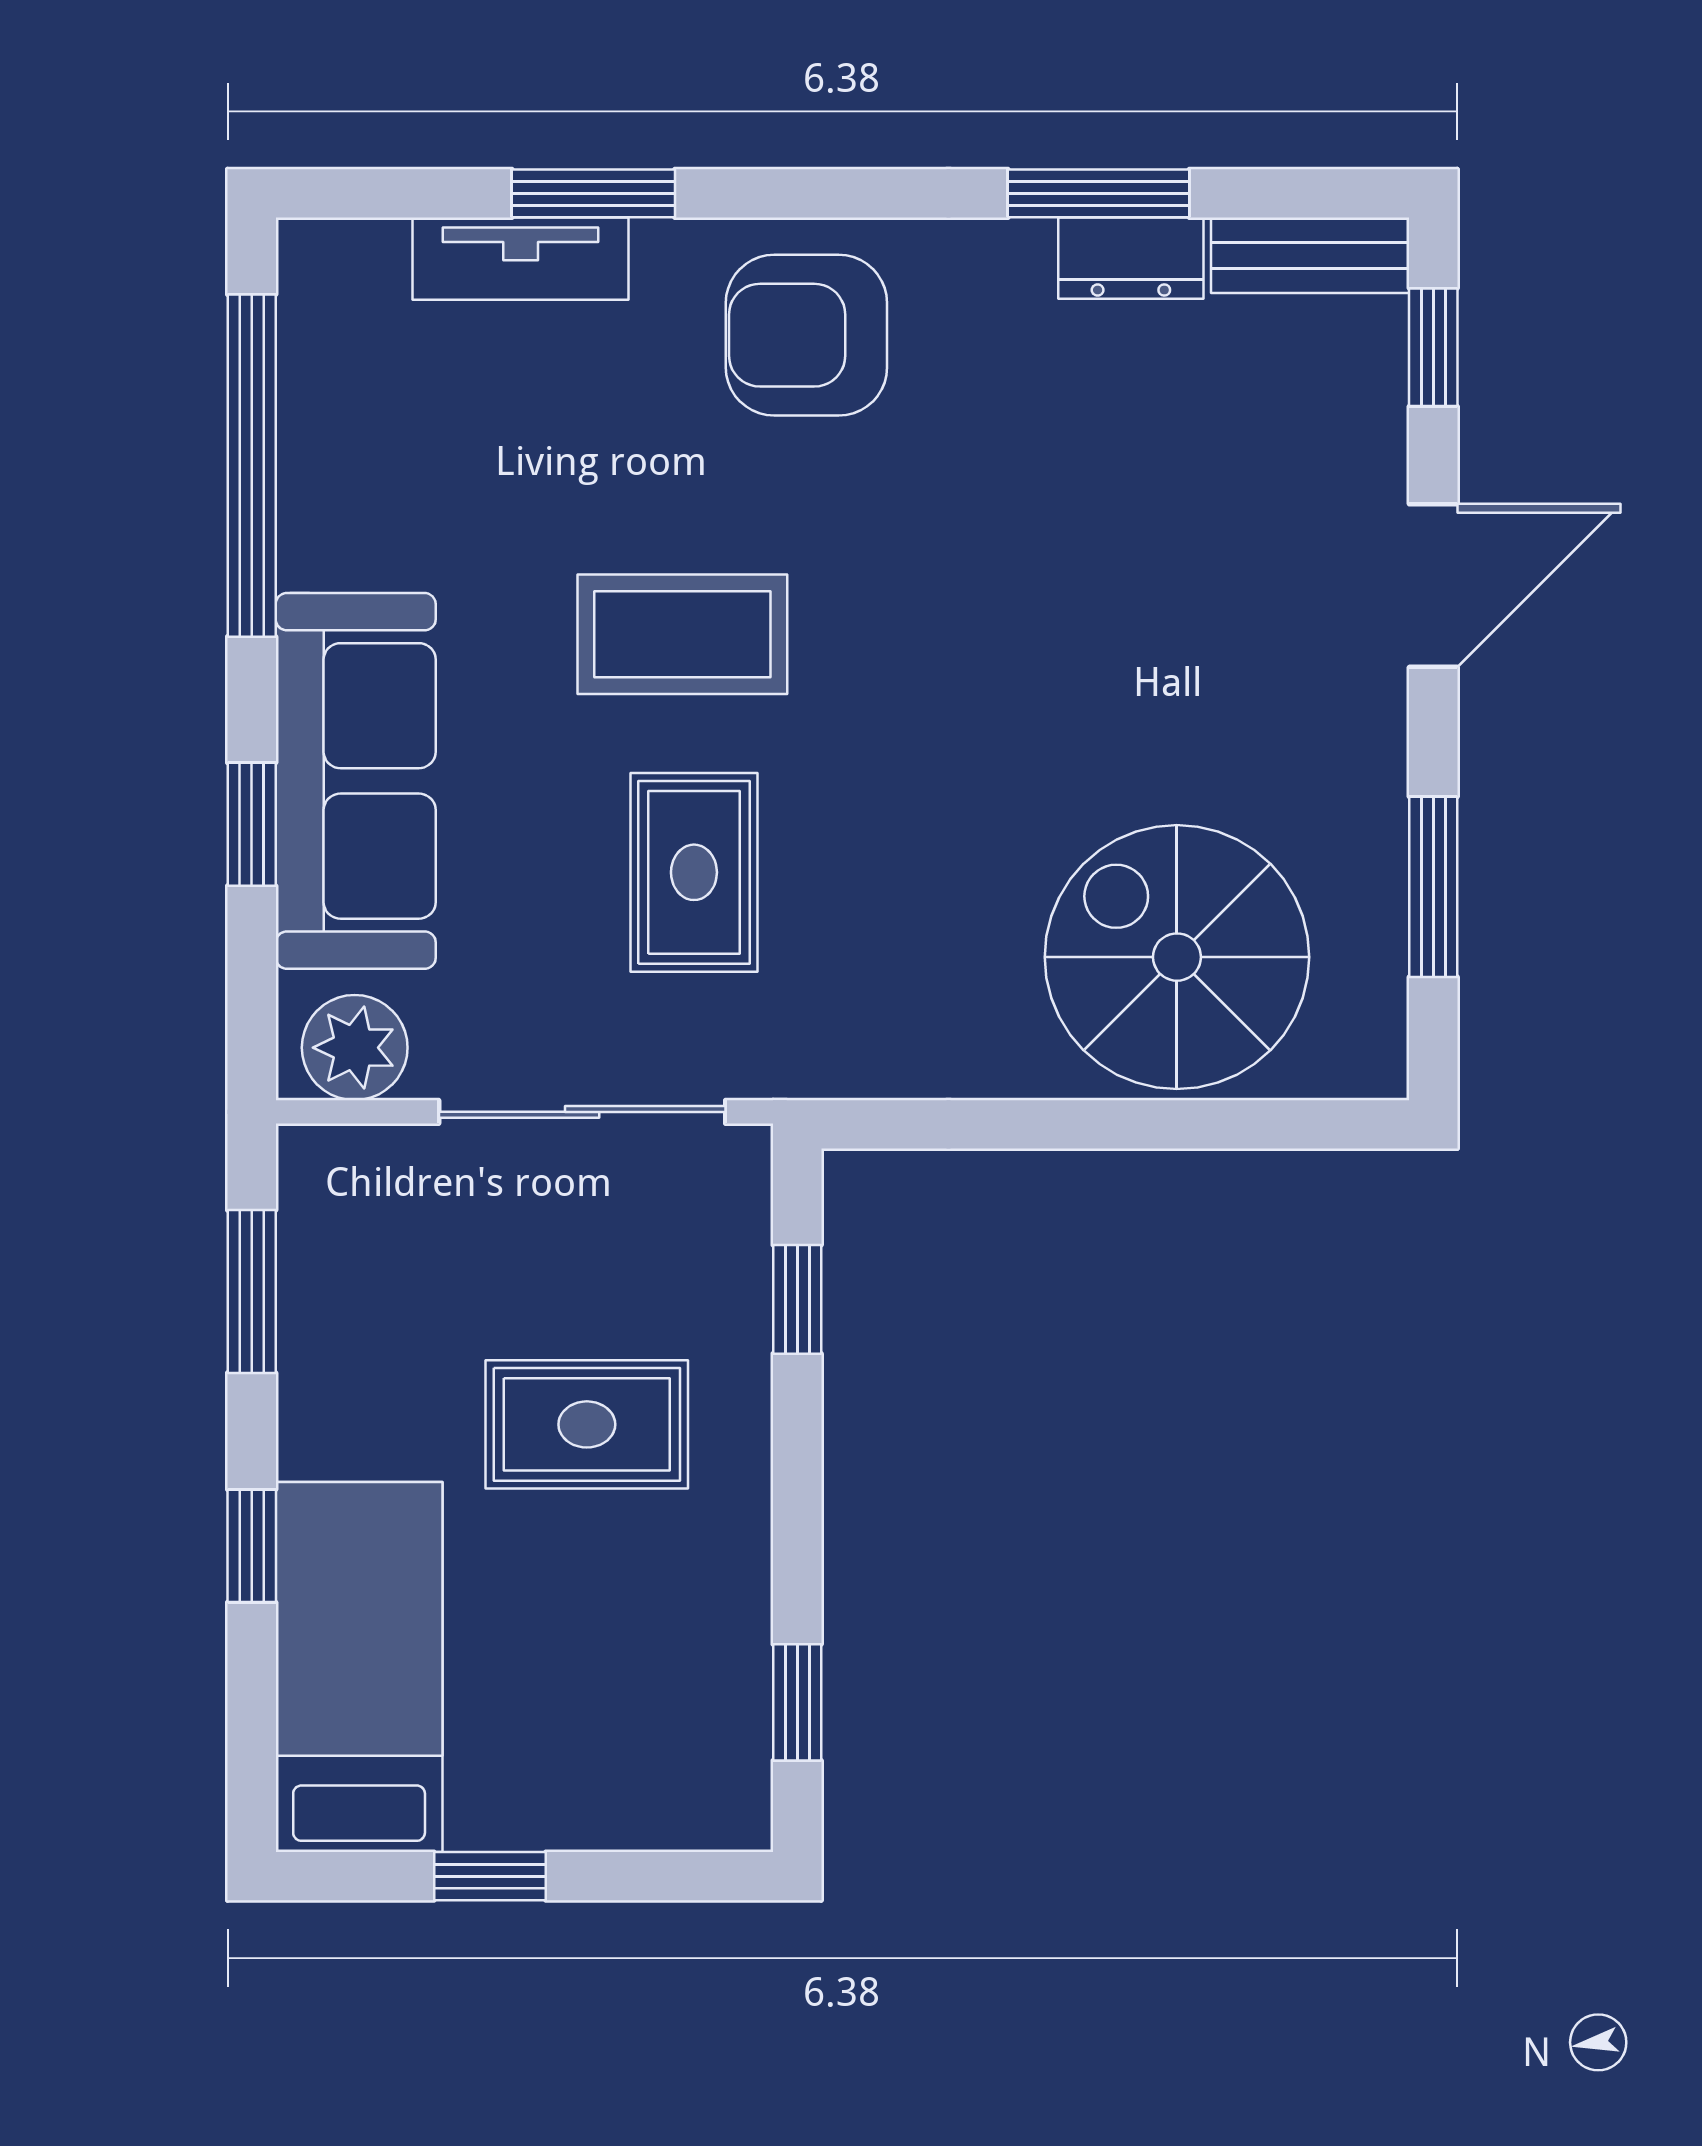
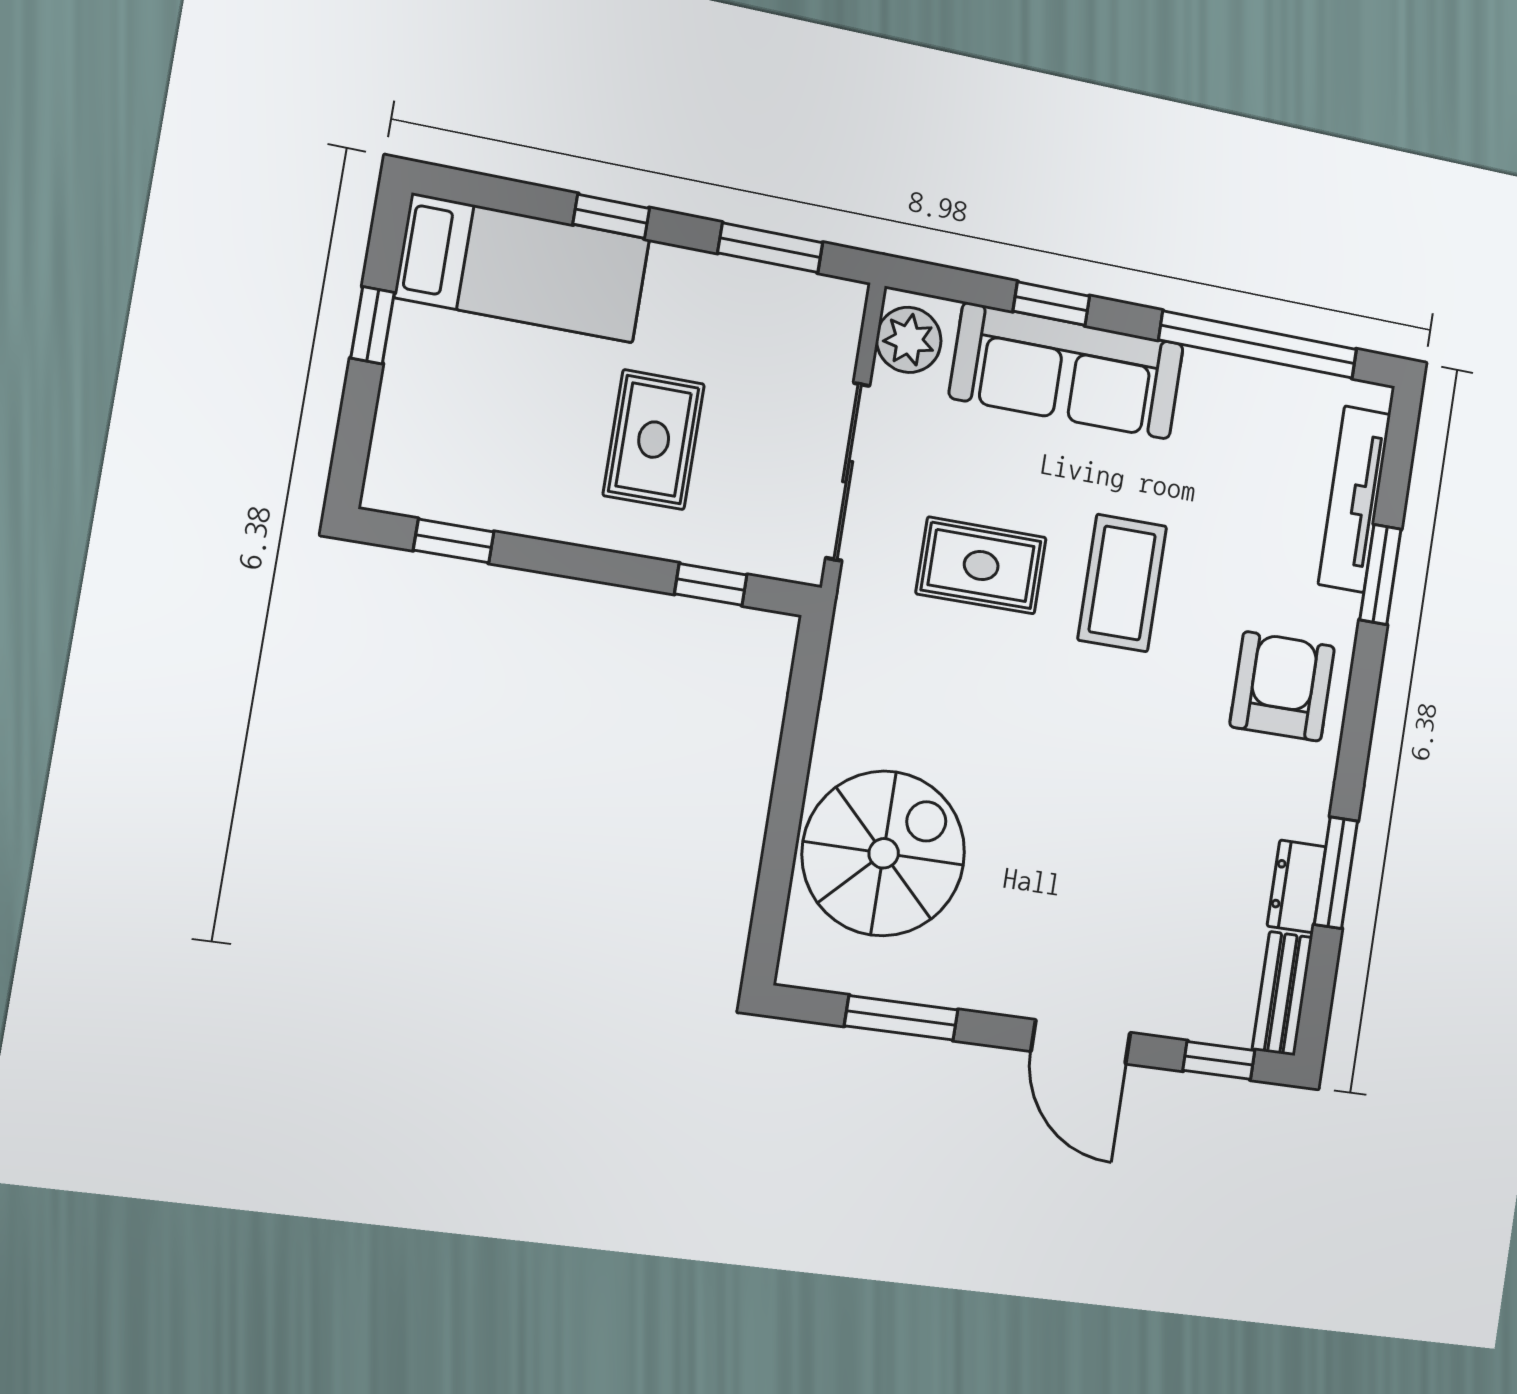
tv unit: (521, 259) -> (1354, 499), width x1.41

